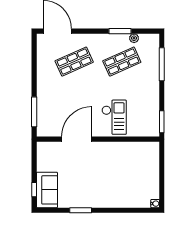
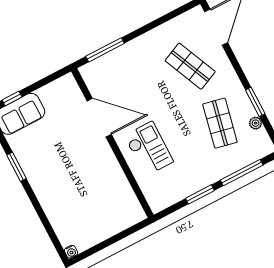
shop shelf: (122, 62) -> (220, 123), turned 36
checkout: (114, 117) -> (149, 149), turned -90
window: (162, 122) -> (200, 194), moved

